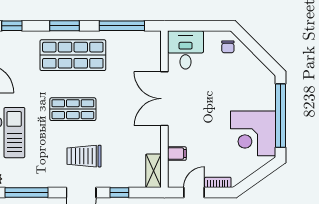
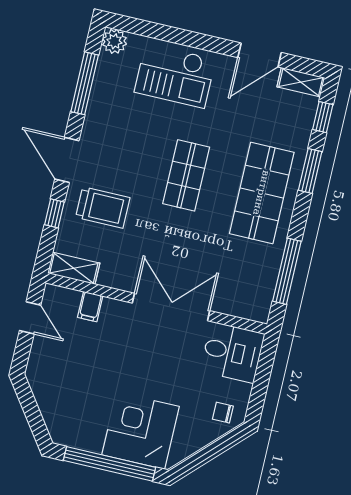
window: (64, 26) -> (310, 171), moved
corner desk: (253, 133) -> (141, 431), moved
trolley: (84, 156) -> (103, 208), moved, turned 90
bookcase: (218, 182) -> (37, 354), removed

